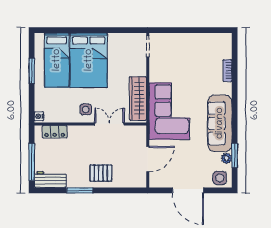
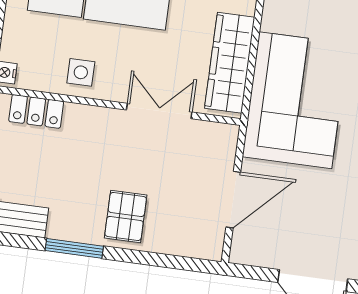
side table: (86, 109) -> (81, 72), moved
pallet: (101, 173) -> (126, 216), turned 90

